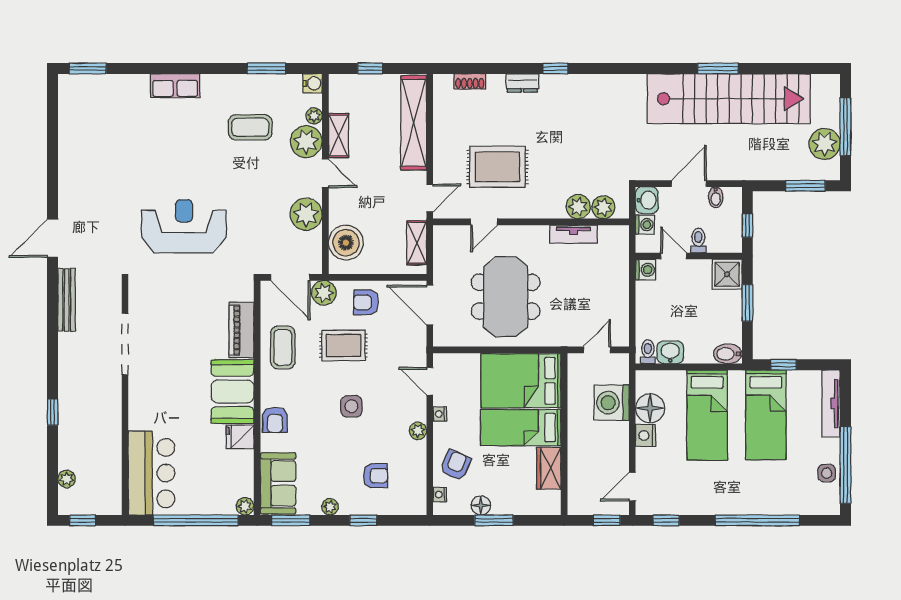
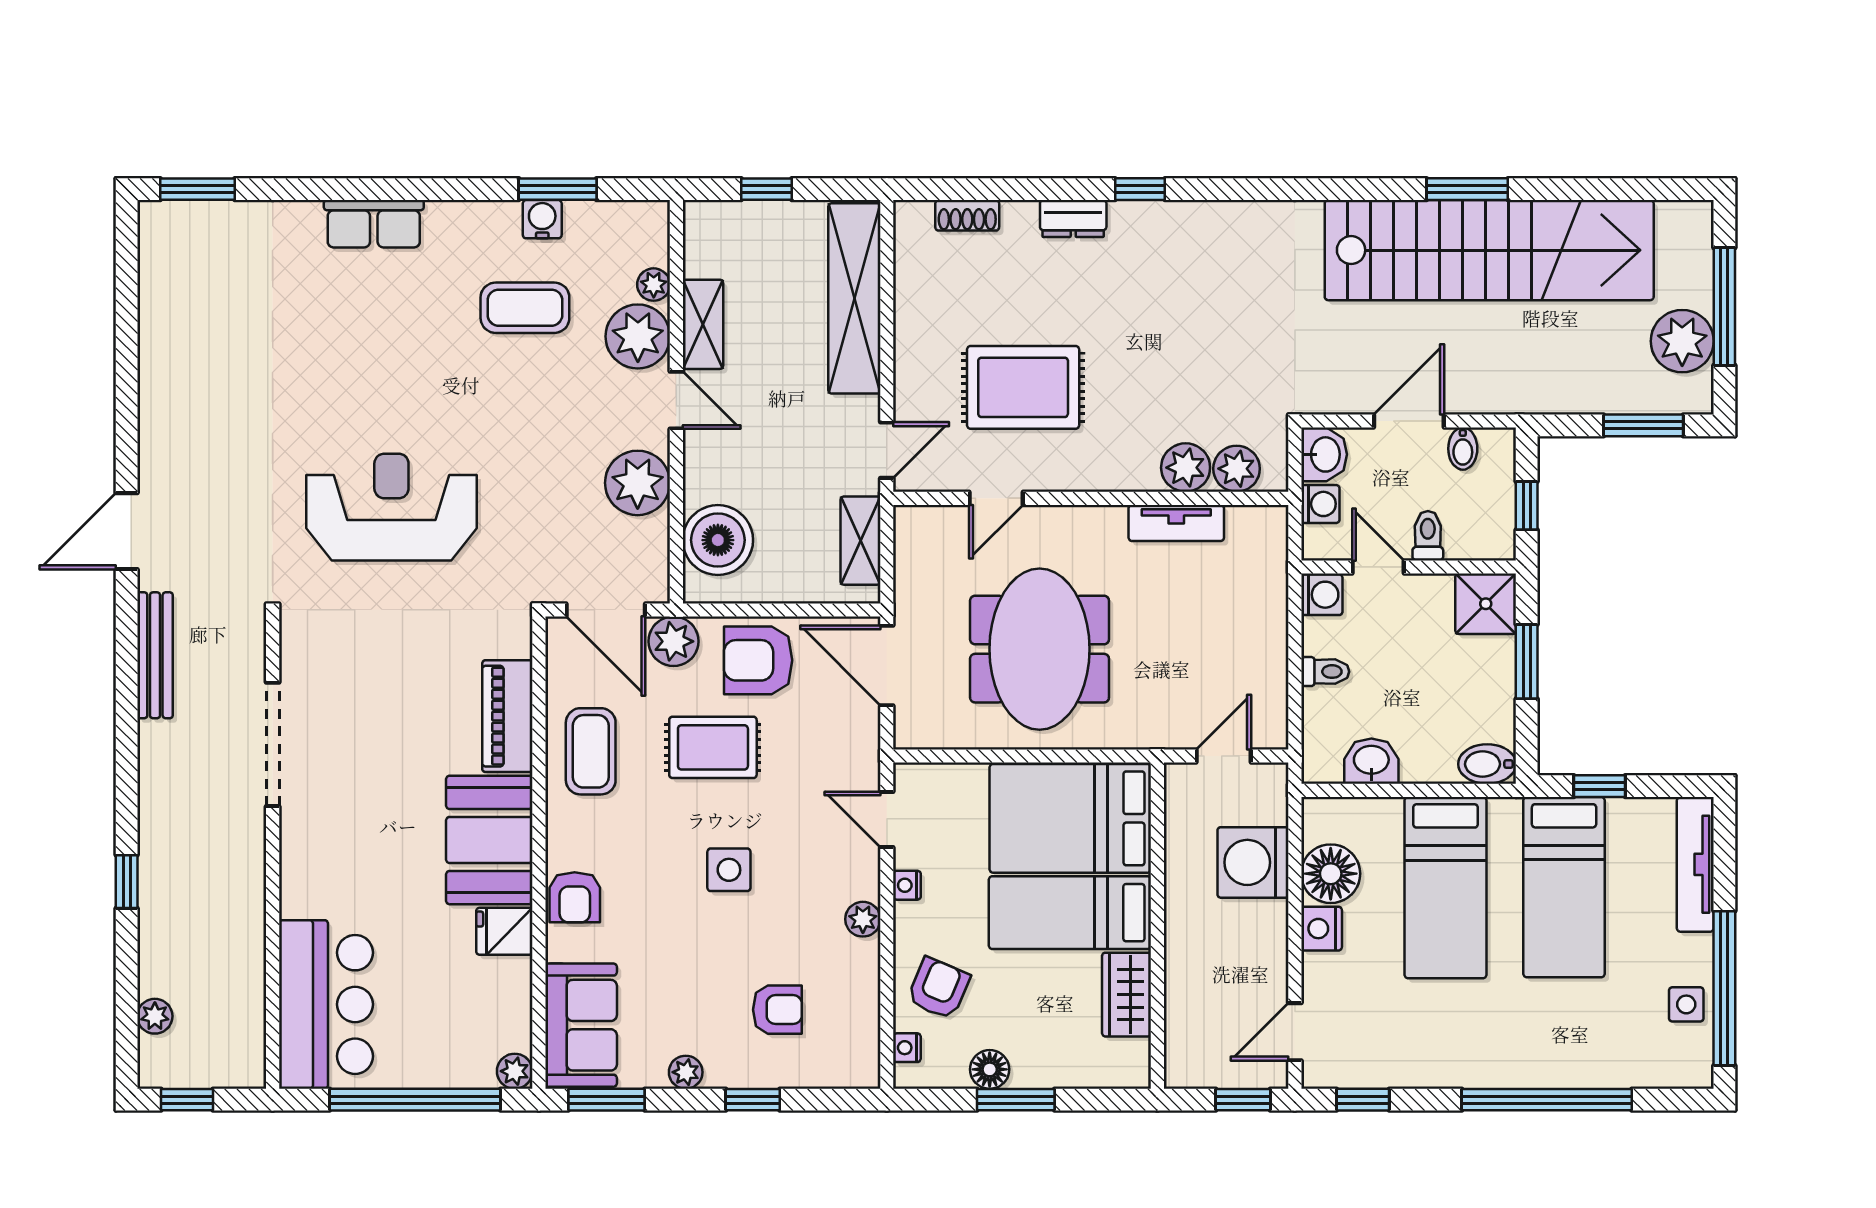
water cooler: (313, 83) -> (542, 219), moved, turned -90
armchair: (366, 302) -> (758, 660), width x1.38, depth x1.38
toilet: (648, 352) -> (1325, 672), moved, turned 90

